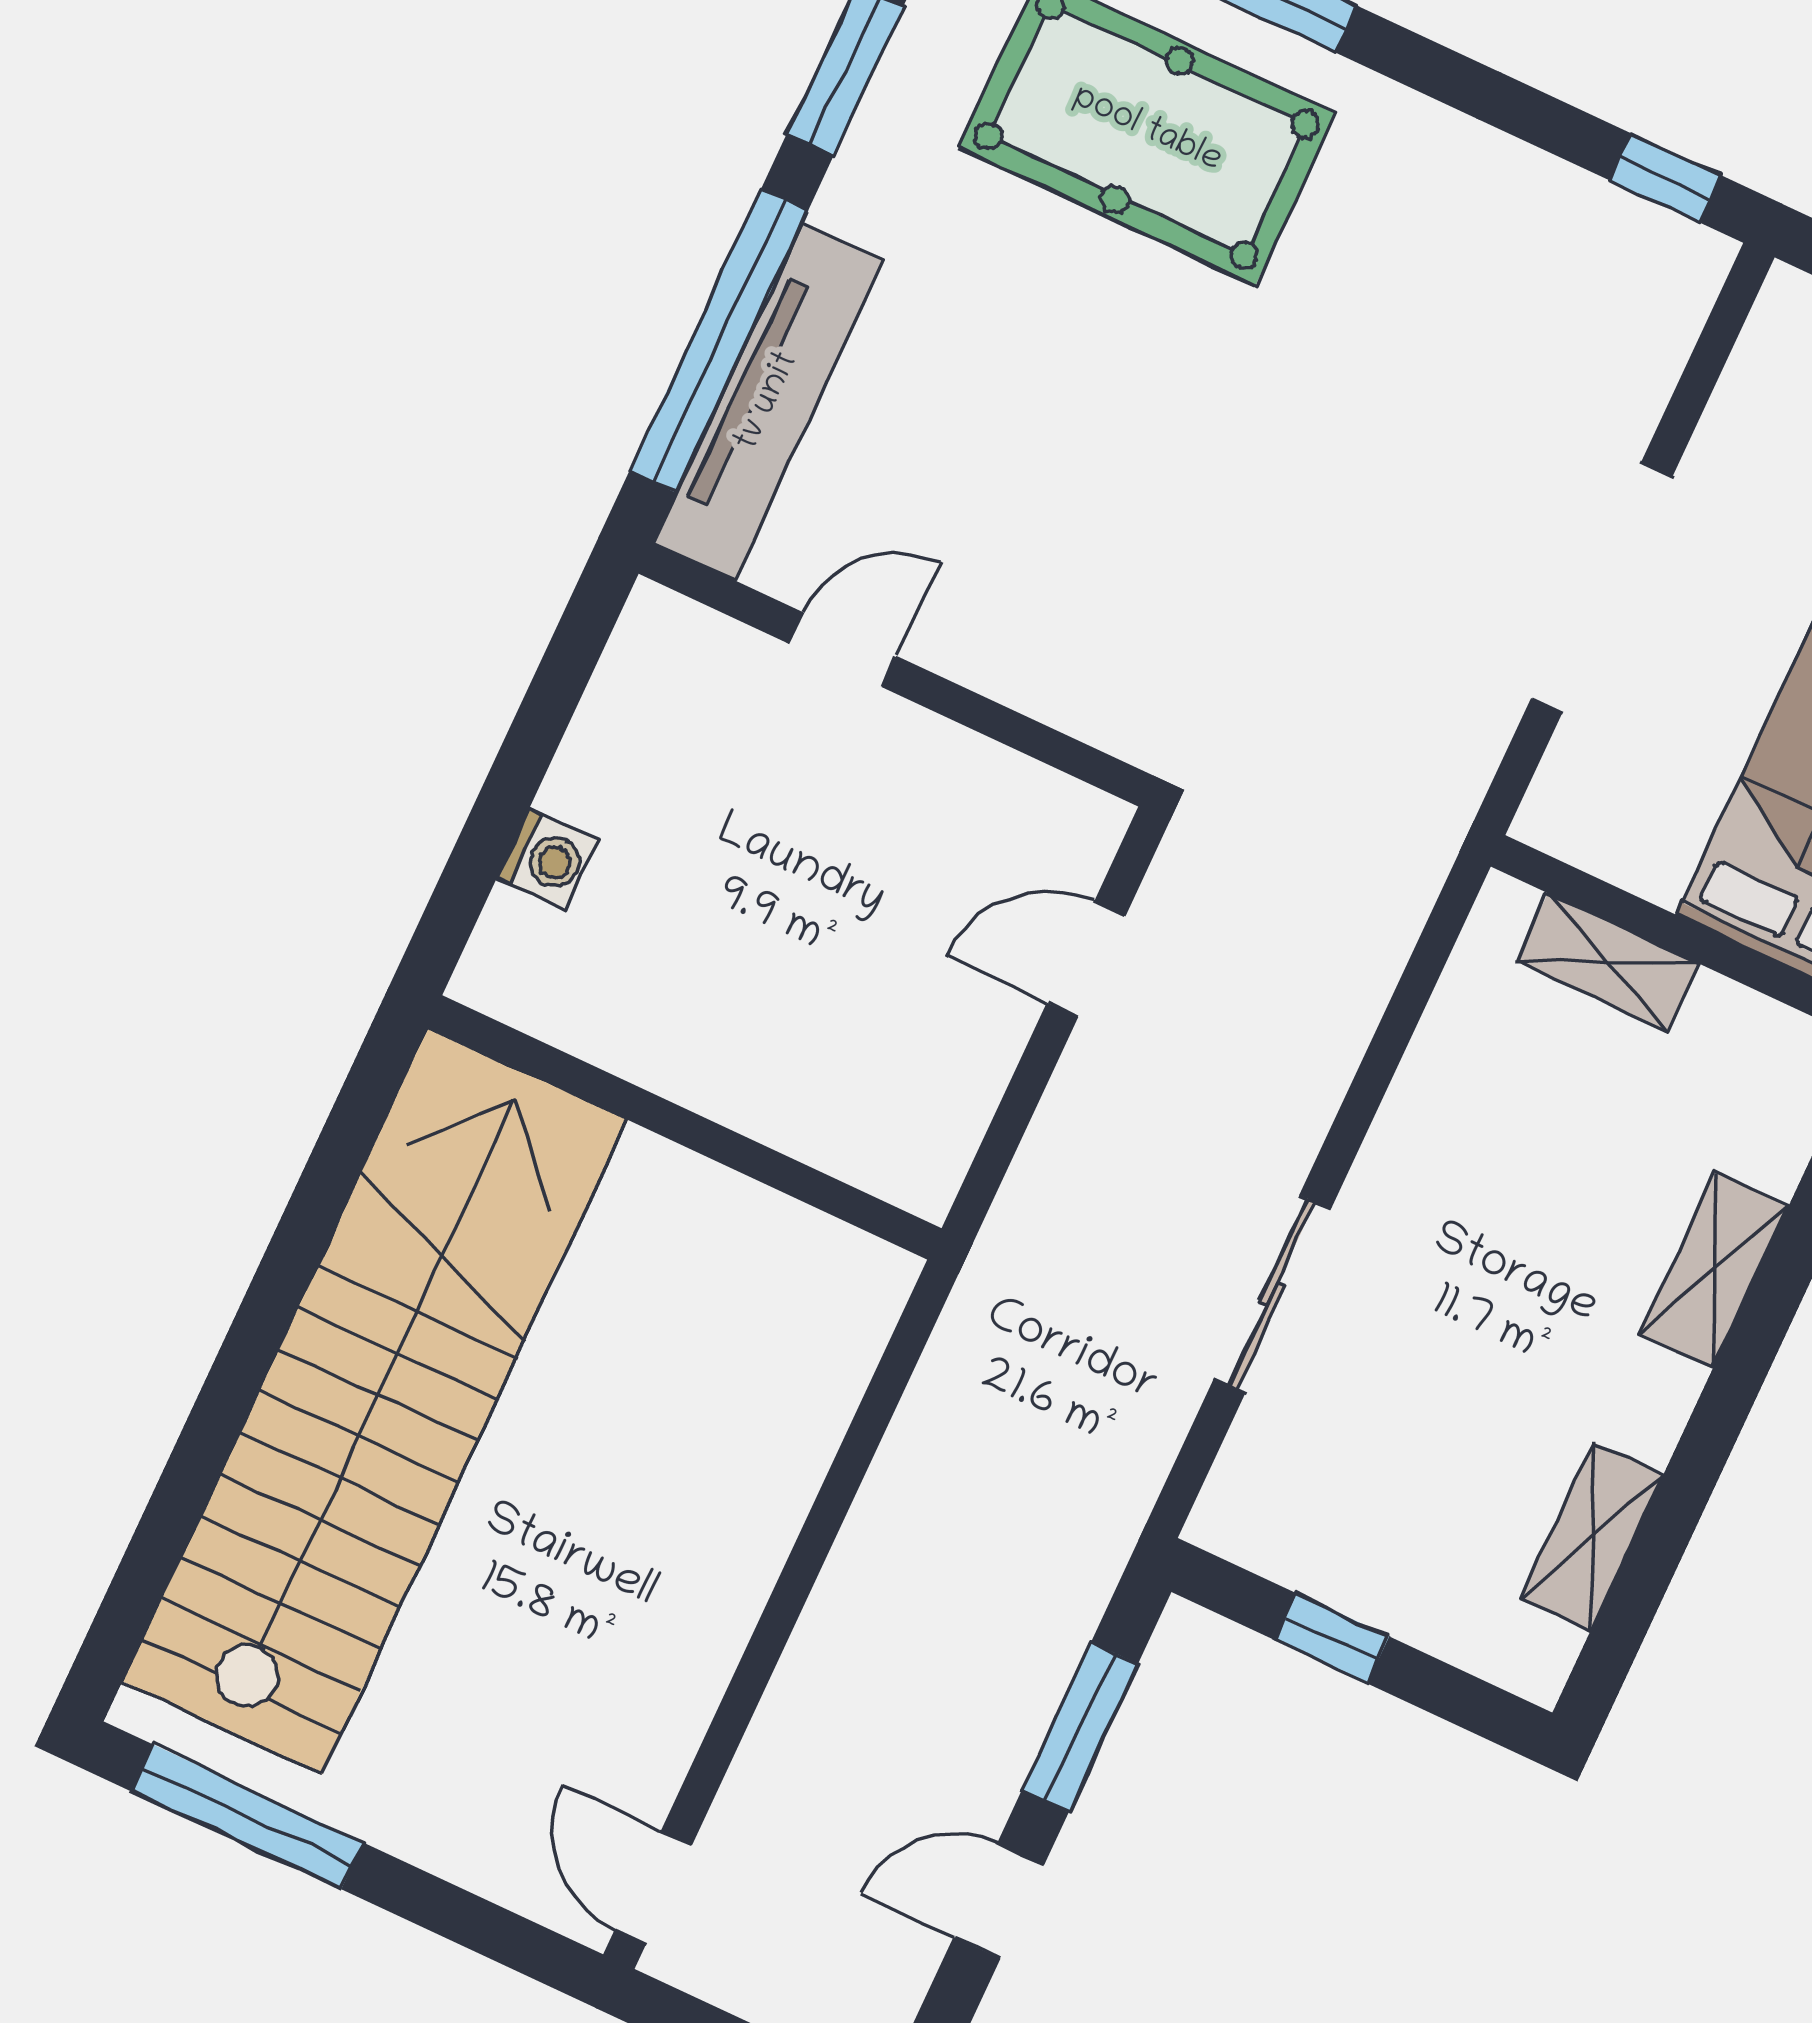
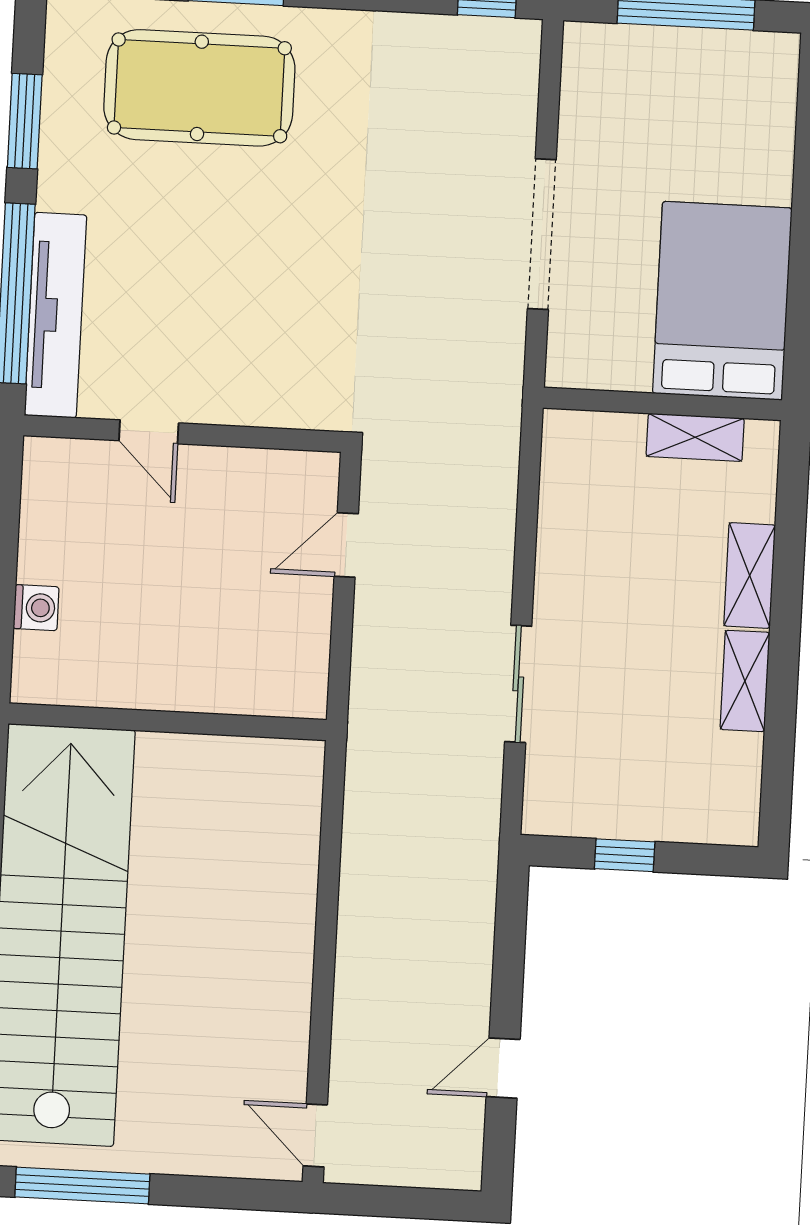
door: (843, 650) -> (149, 432), swing flipped
shelving: (1608, 962) -> (695, 437), moved
shelving: (1592, 1537) -> (745, 681), moved
window: (1080, 1727) -> (509, 957), removed

